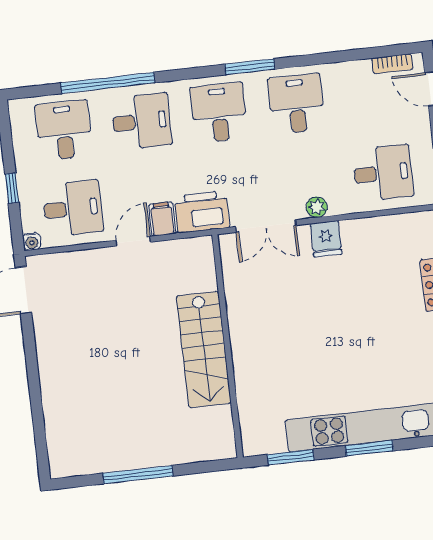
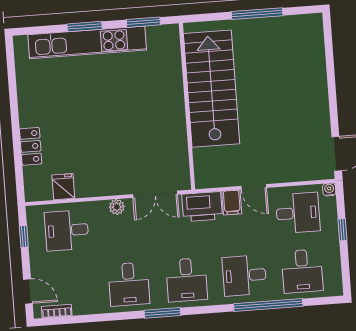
desk: (73, 208) -> (298, 213), turned 180
double door: (266, 226) -> (155, 194), swing flipped
fridge: (326, 239) -> (63, 187), moved
door: (133, 241) -> (254, 187), hinge flipped
stairs: (204, 350) -> (212, 89), width x1.36, depth x1.51

